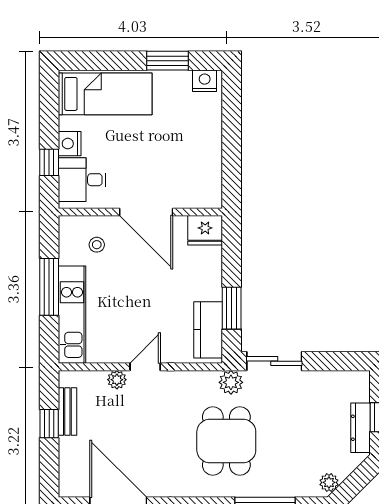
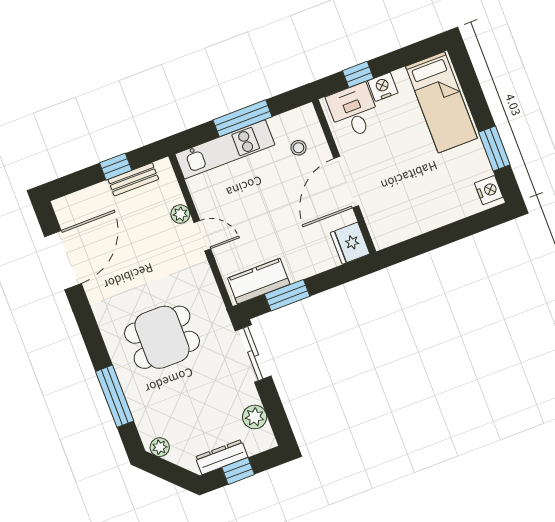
plant: (231, 382) -> (255, 417), moved

